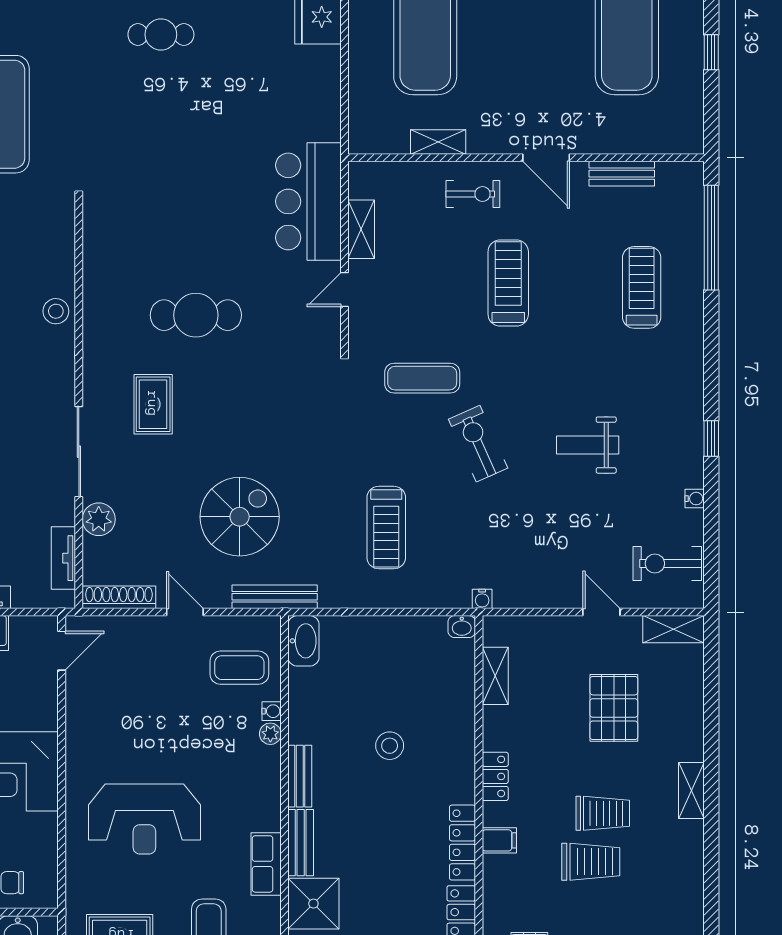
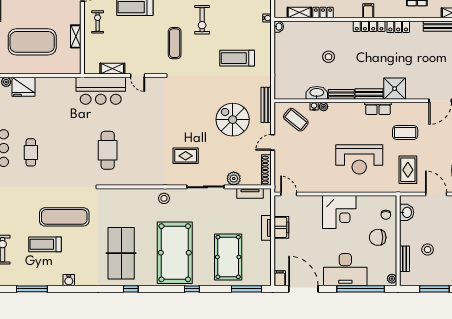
stool: (56, 311) -> (164, 198), moved
cafe table: (196, 315) -> (108, 150), moved
exercise bike: (478, 444) -> (202, 20), turned -66
treadmill: (386, 528) -> (237, 58), turned 180
washbasin: (303, 641) -> (317, 93), moved
coffee table: (239, 668) -> (296, 120), turned -51
locker: (495, 776) -> (323, 13), moved
reception desk: (144, 819) -> (359, 159), turned 90

